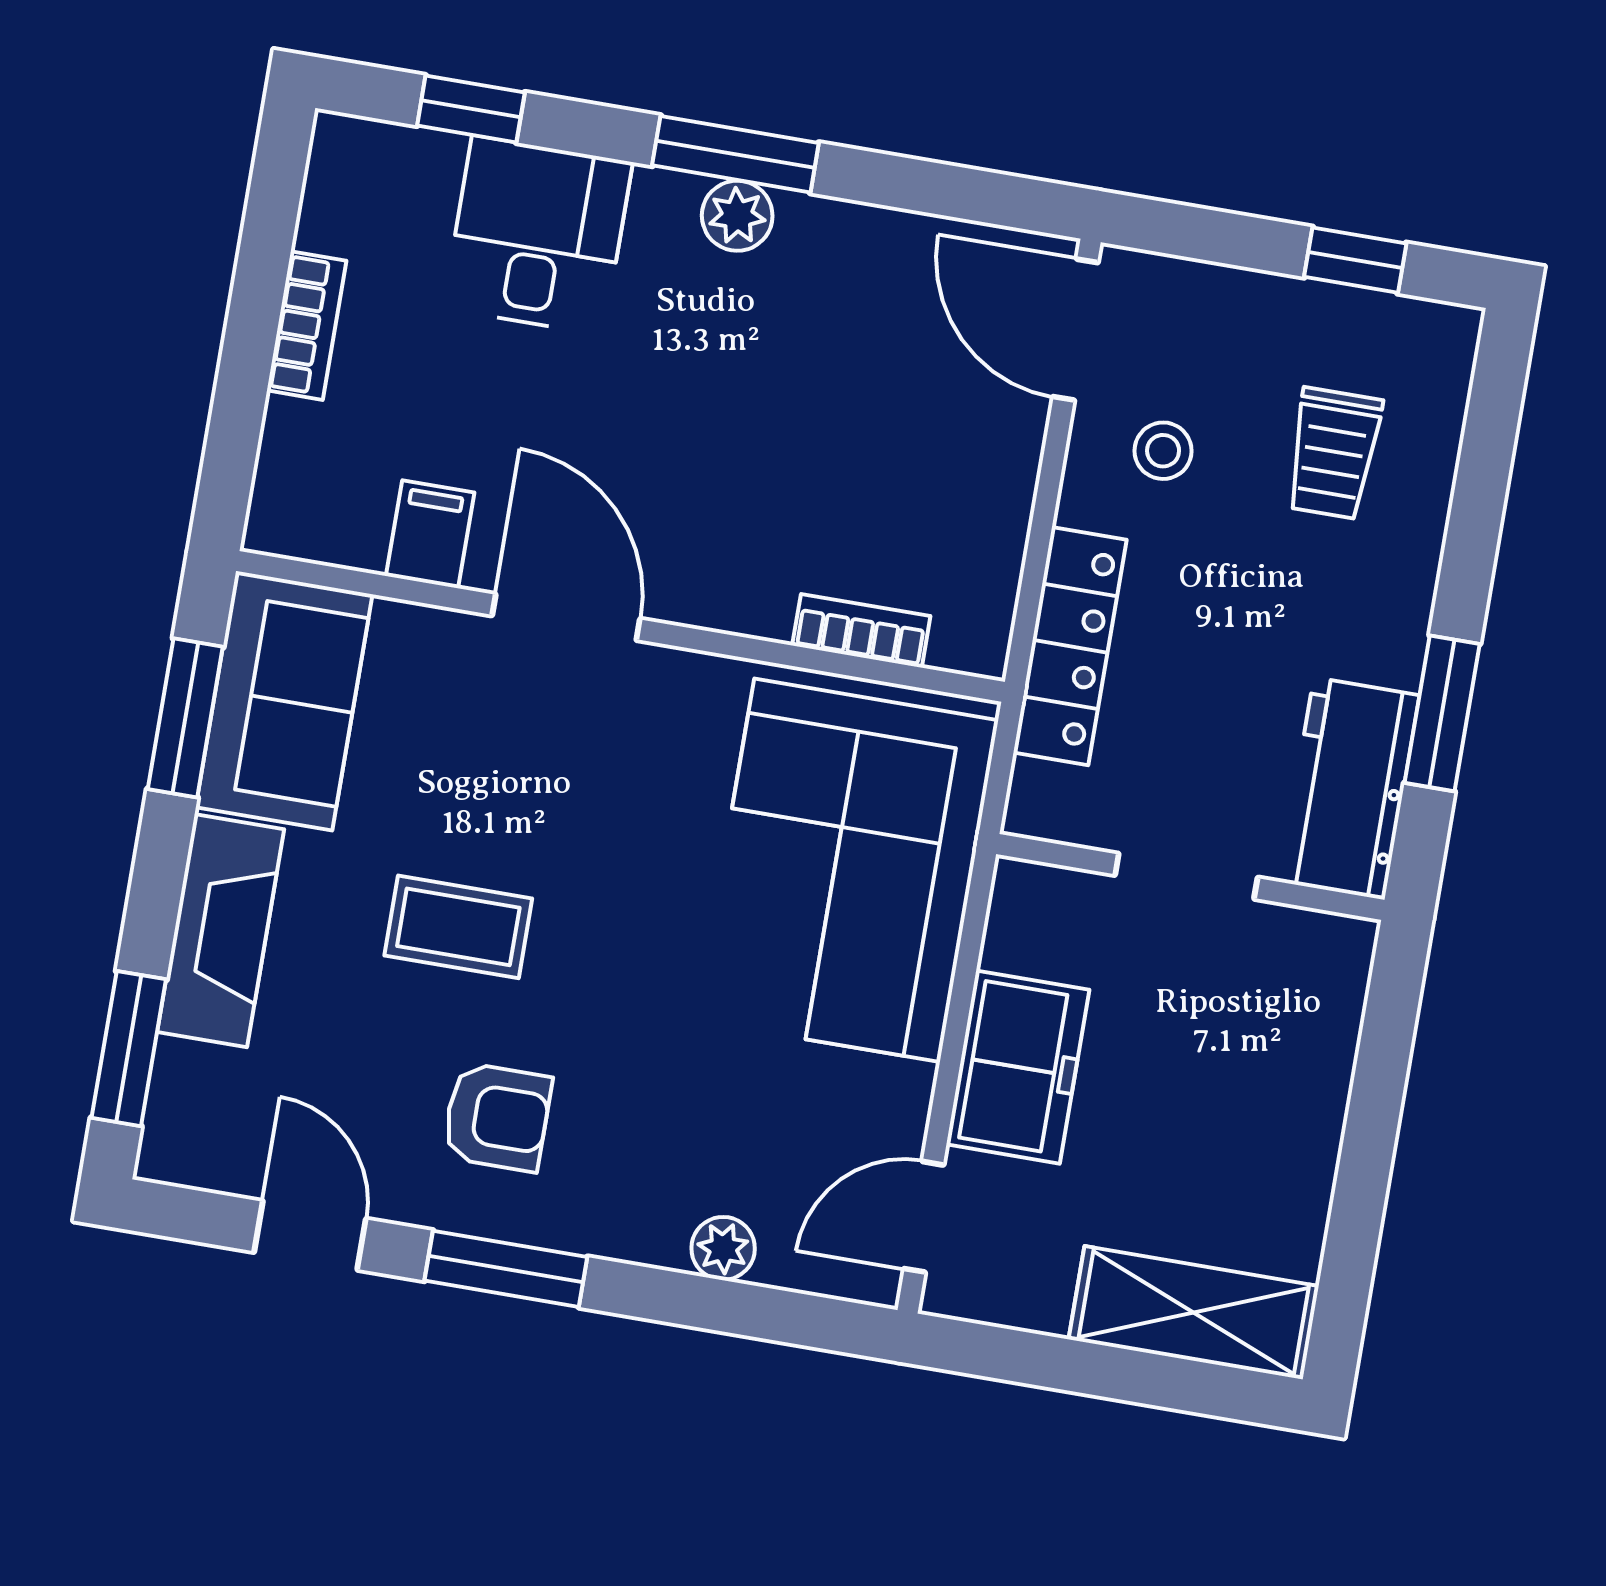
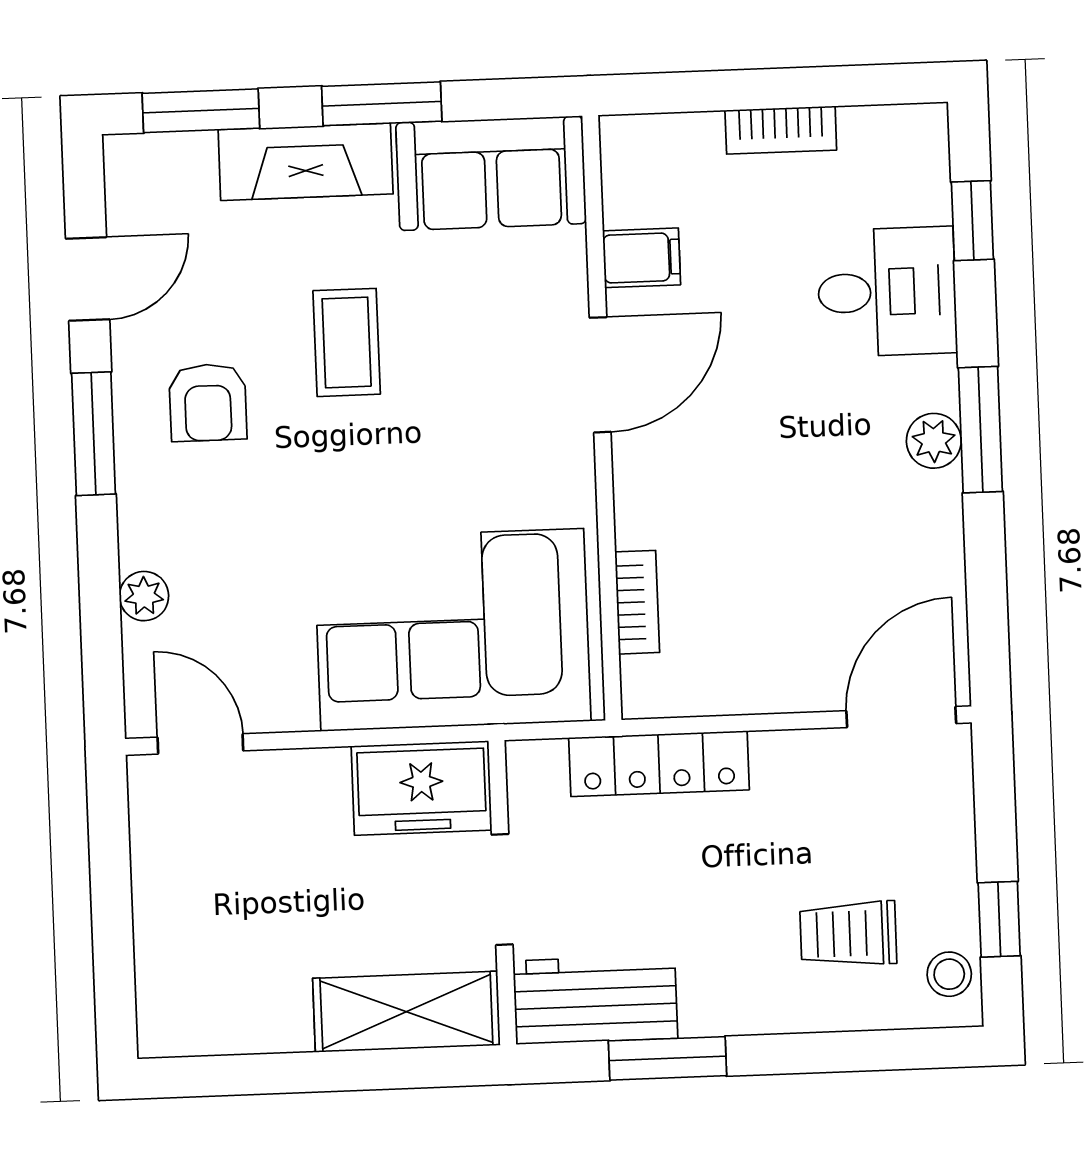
stool: (1163, 451) -> (949, 974), moved
window: (185, 718) -> (382, 104), moved
freezer: (1018, 1067) -> (422, 788), moved
shelving: (1194, 1313) -> (406, 1012), moved, turned 90

